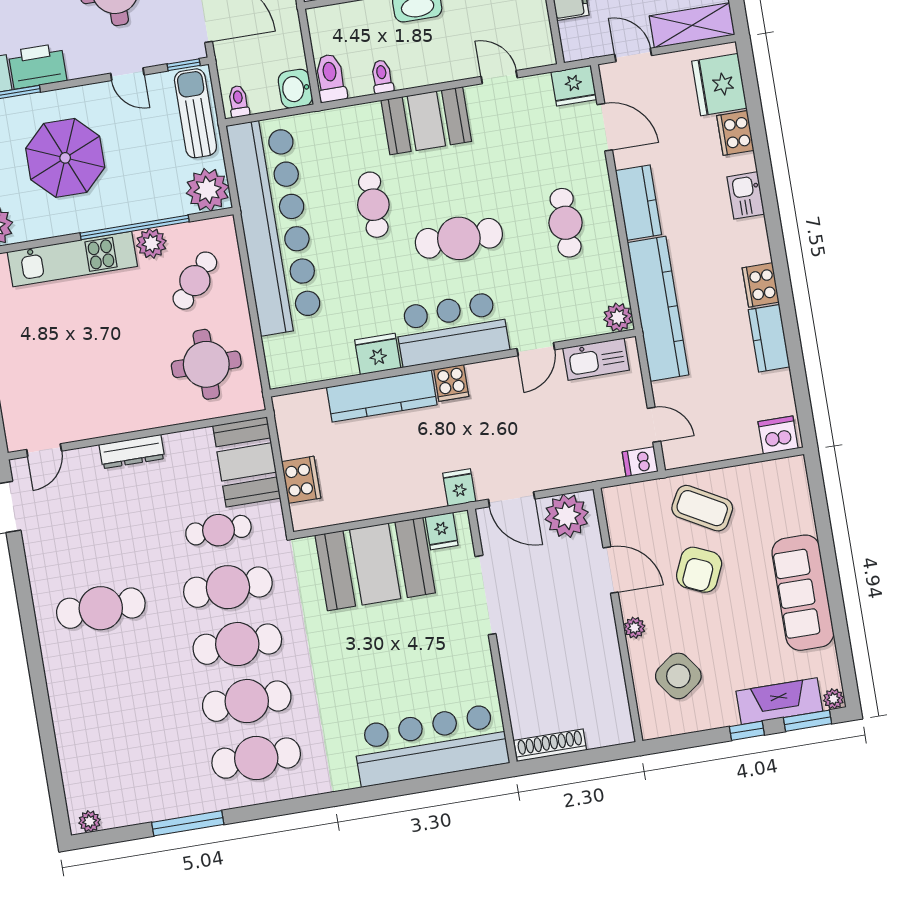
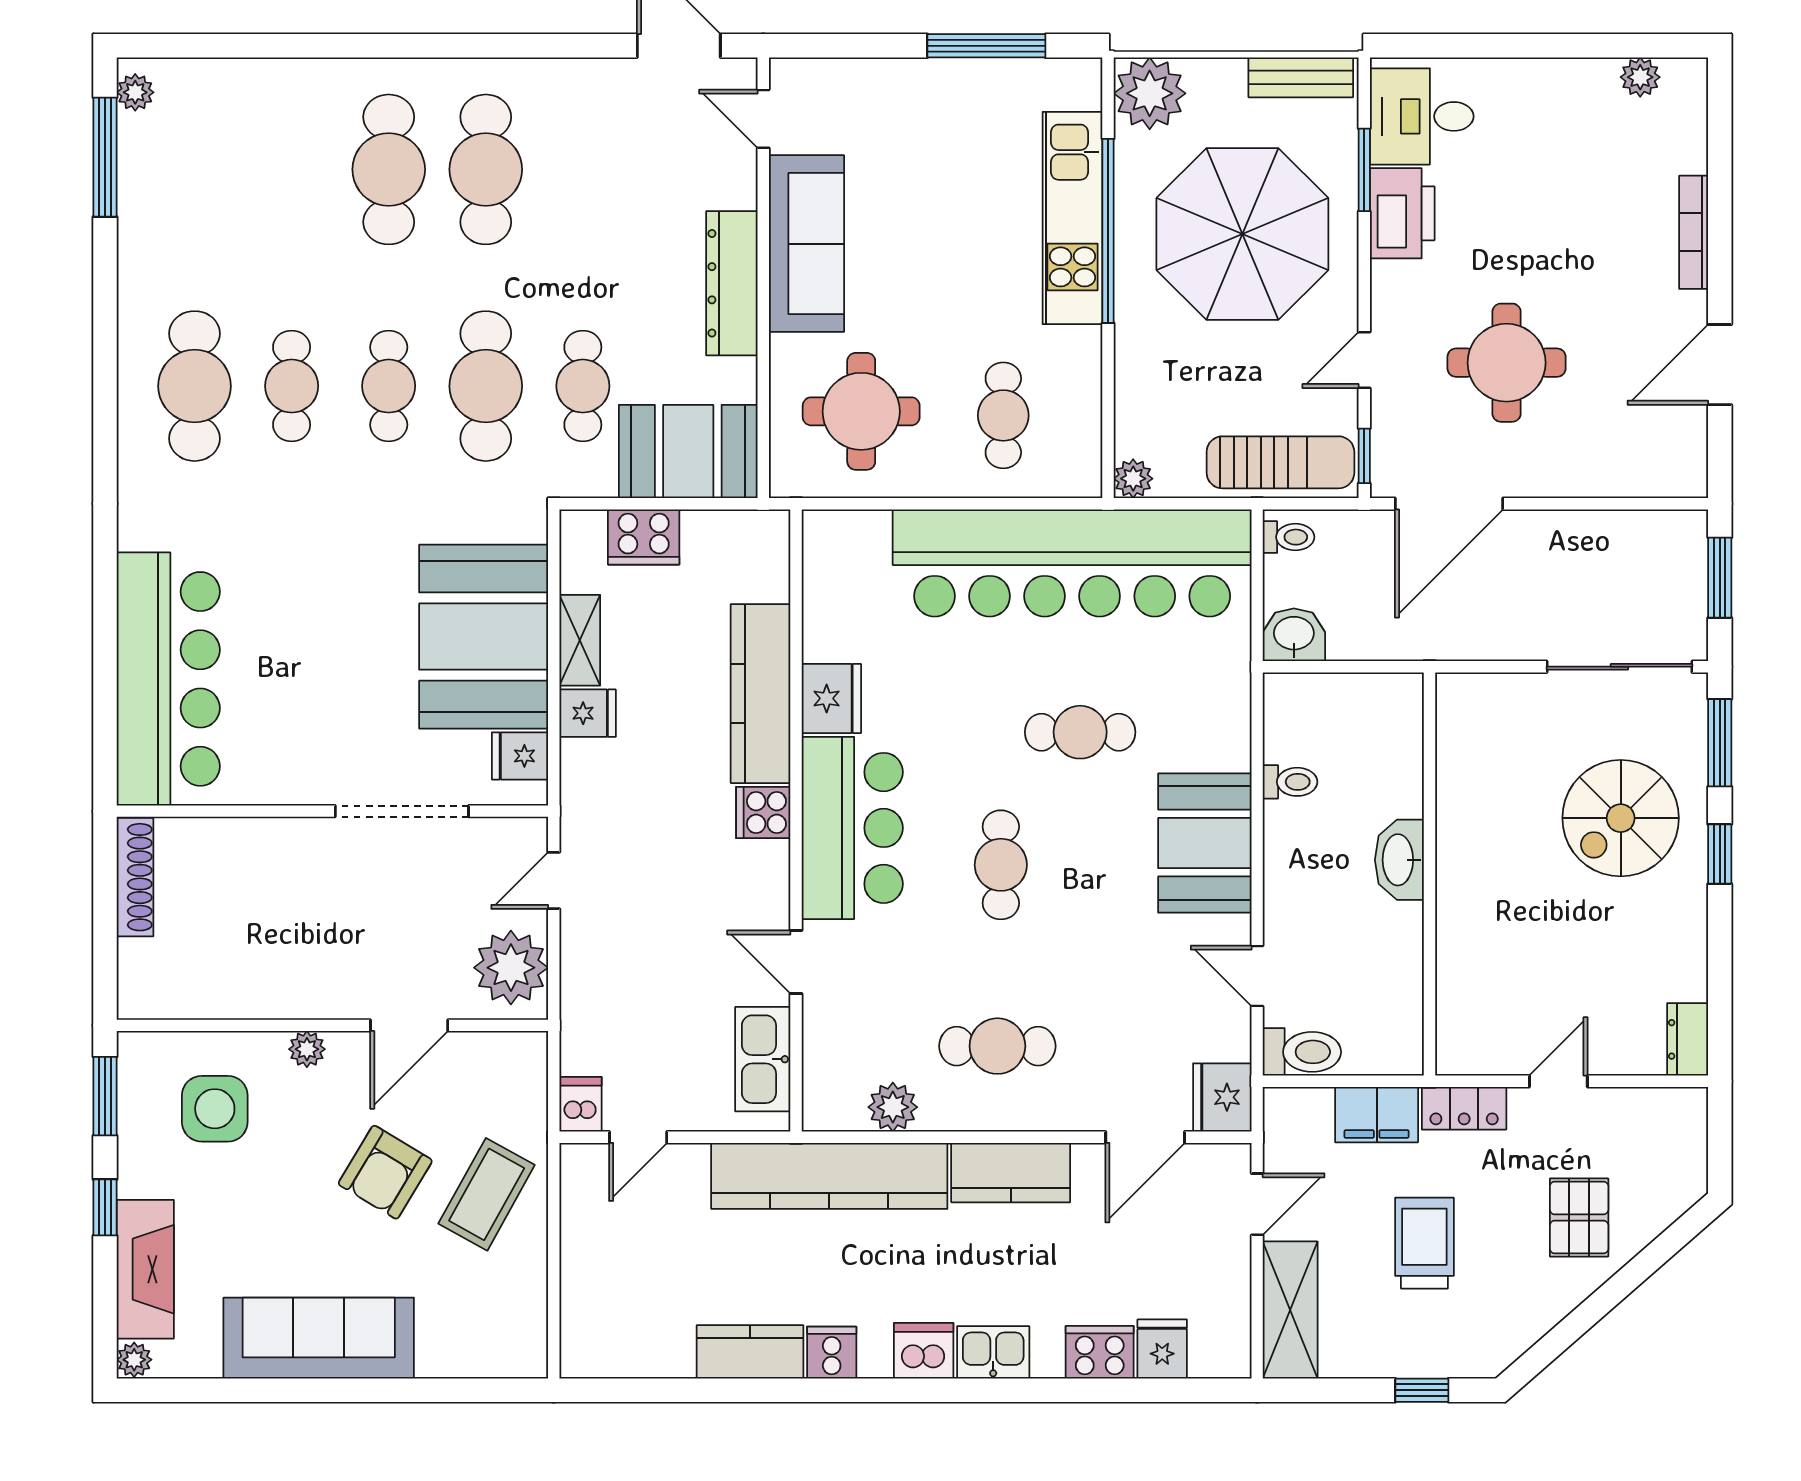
door: (499, 77) -> (1257, 976), swing flipped
toilet: (331, 78) -> (1302, 1052), moved
fridge: (719, 85) -> (1162, 1349), width x0.53, depth x0.75
parasol: (65, 158) -> (1242, 234), width x1.36, depth x1.36
plant: (208, 190) -> (1133, 479), width x0.53, depth x0.53
window: (135, 227) -> (1108, 231), moved
cafe table: (459, 238) -> (1001, 865), width x0.73, depth x0.74
plant: (151, 243) -> (1077, 354), removed
cafe table: (195, 281) -> (1003, 415), turned 49
cooker: (761, 285) -> (832, 1353), width x0.73
plant: (618, 317) -> (893, 1107), moved
sofa: (113, 413) -> (806, 244), added
dishwasher: (778, 435) -> (924, 1351), moved, turned -90
dresser: (132, 452) -> (732, 283), width x1.37, depth x1.24
fridge: (459, 487) -> (588, 713), moved
door: (512, 499) -> (554, 881), width x0.73
shelving: (368, 507) -> (580, 640), added
armchair: (699, 570) -> (385, 1172), turned -83
cafe table: (237, 644) -> (389, 386), width x0.73, depth x0.74
cafe table: (110, 665) -> (389, 169), added
side table: (678, 676) -> (215, 1109), turned 36
cafe table: (247, 701) -> (292, 386), width x0.73, depth x0.74
window: (808, 721) -> (105, 1096), moved
window: (188, 823) -> (105, 157), moved

